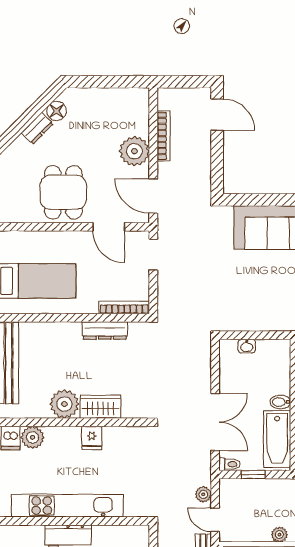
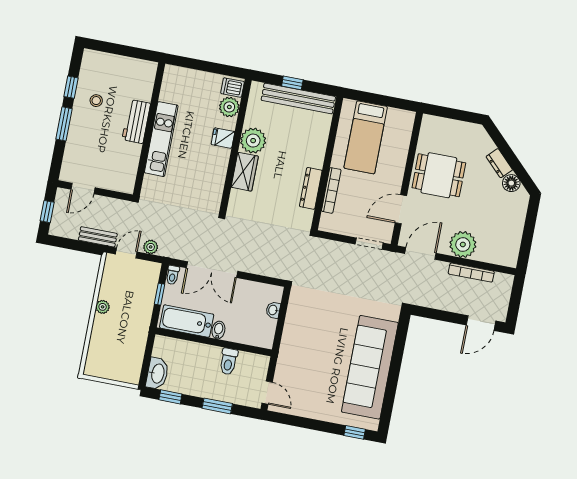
bookcase: (124, 307) -> (331, 190), moved
fridge: (92, 438) -> (223, 138), moved
kitchen unit: (67, 506) -> (161, 139), width x0.73

